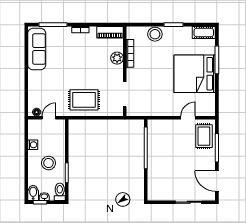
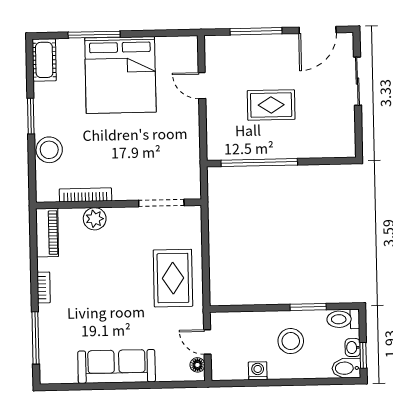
sofa: (37, 49) -> (117, 366), moved
rug: (204, 136) -> (271, 105), moved

